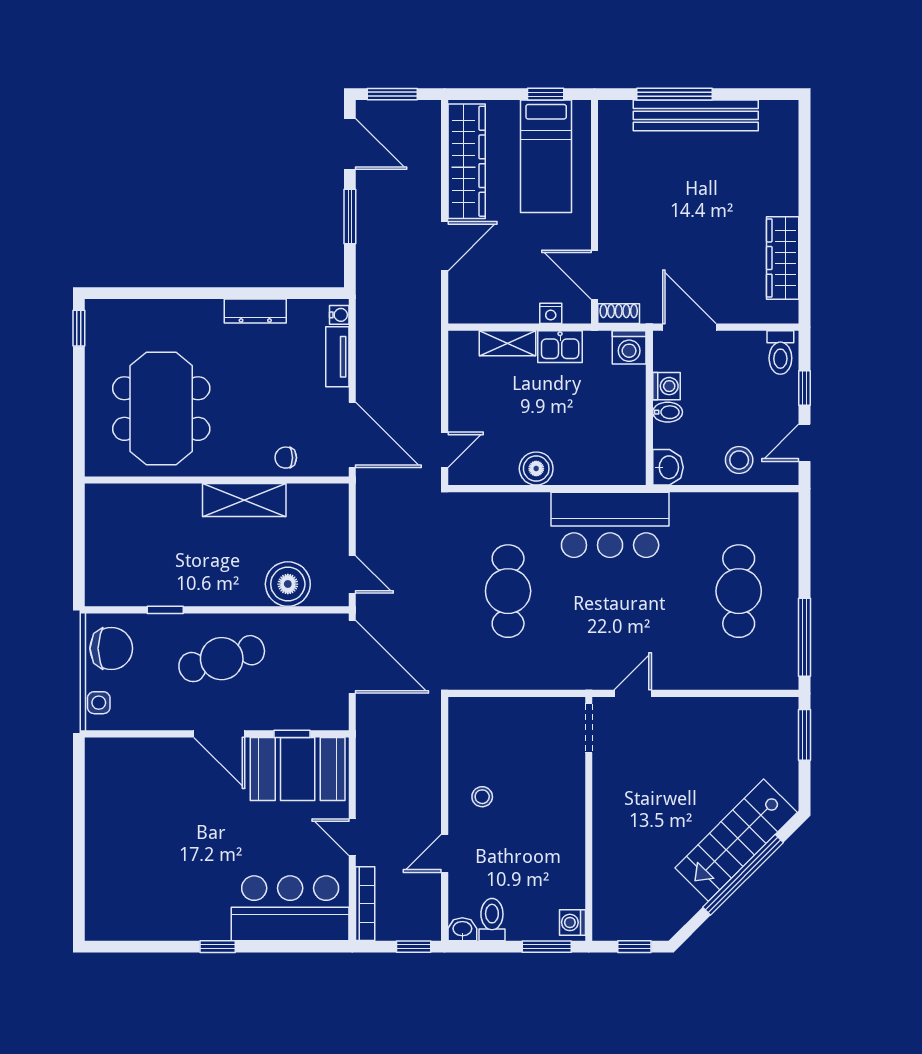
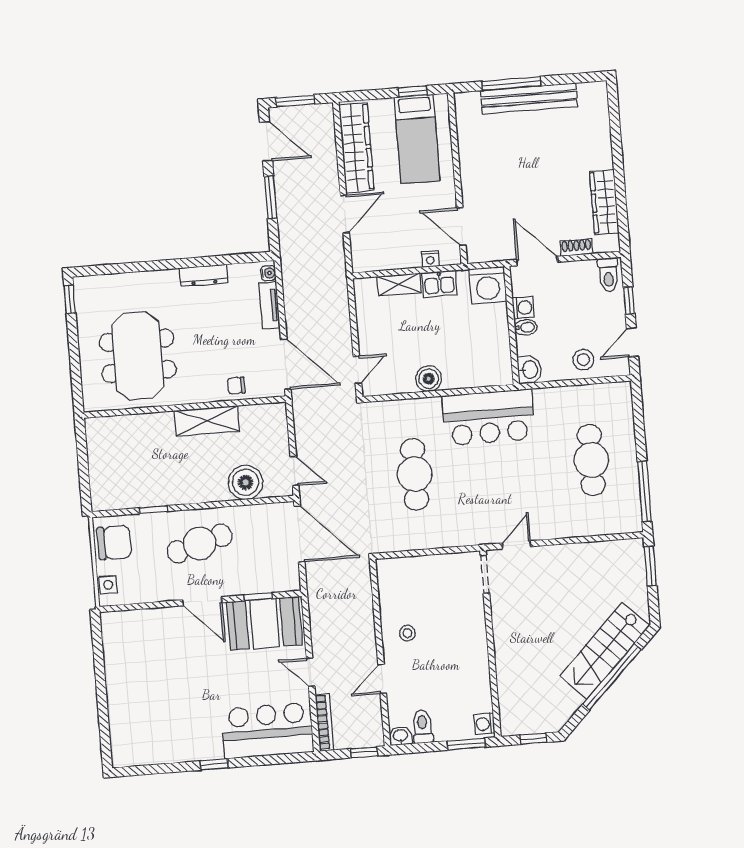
shoe rack: (619, 314) -> (576, 247), moved
washing machine: (629, 347) -> (488, 285), width x1.37, depth x1.37

